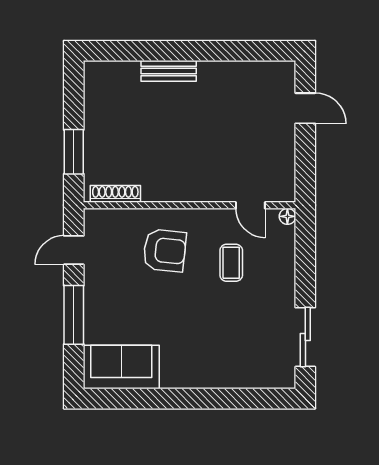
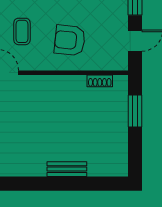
shoe rack: (115, 194) -> (100, 81), width x0.70

